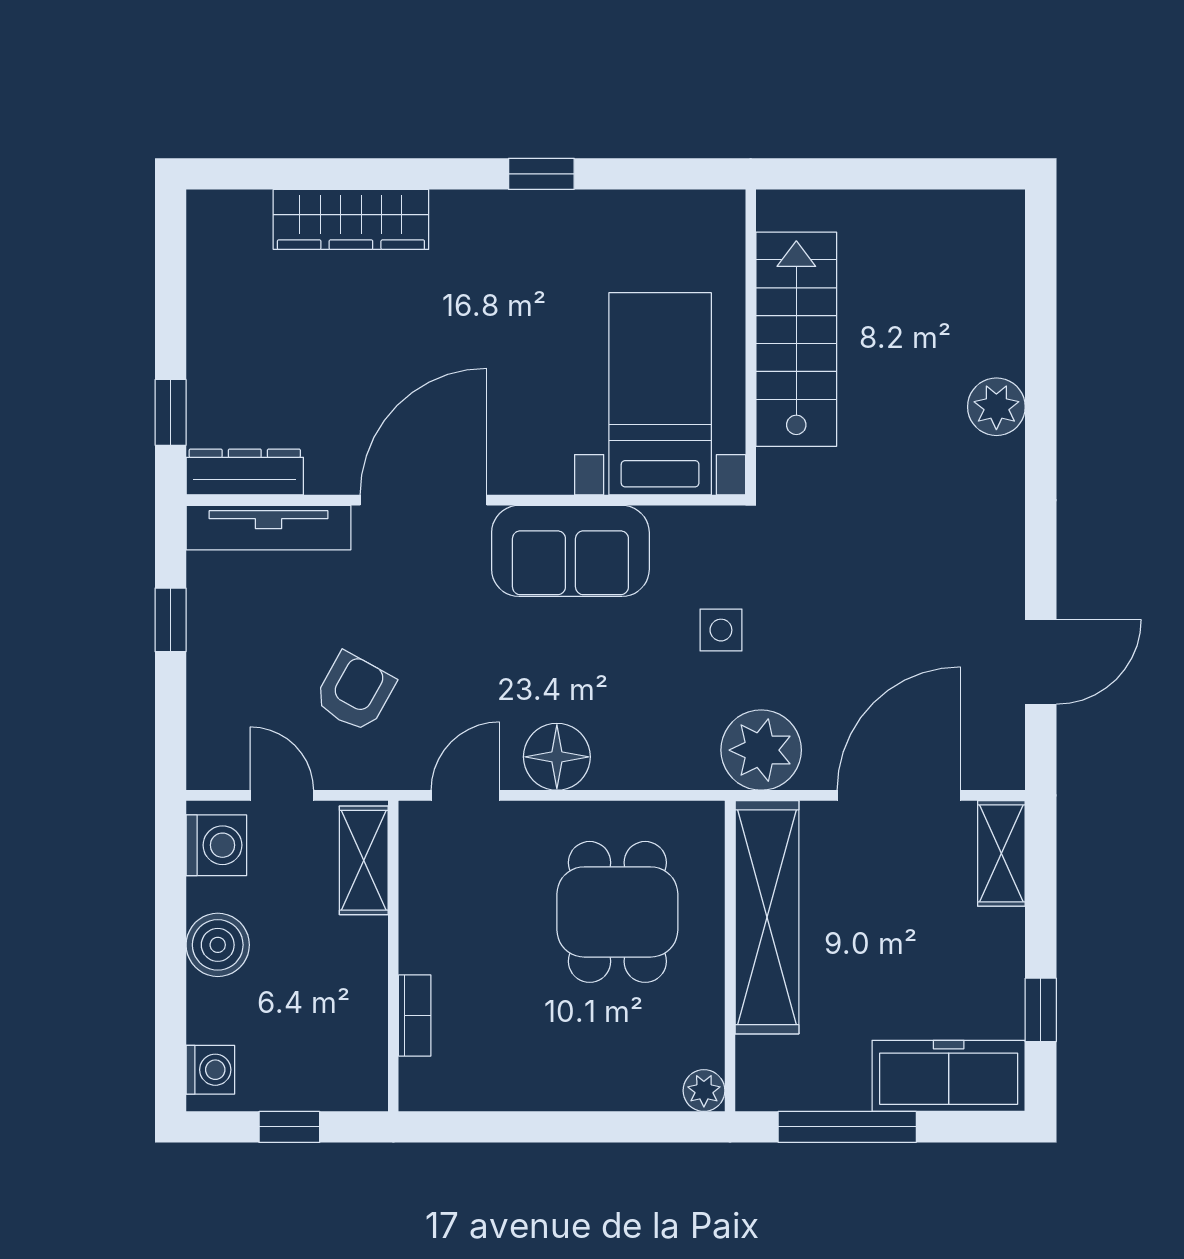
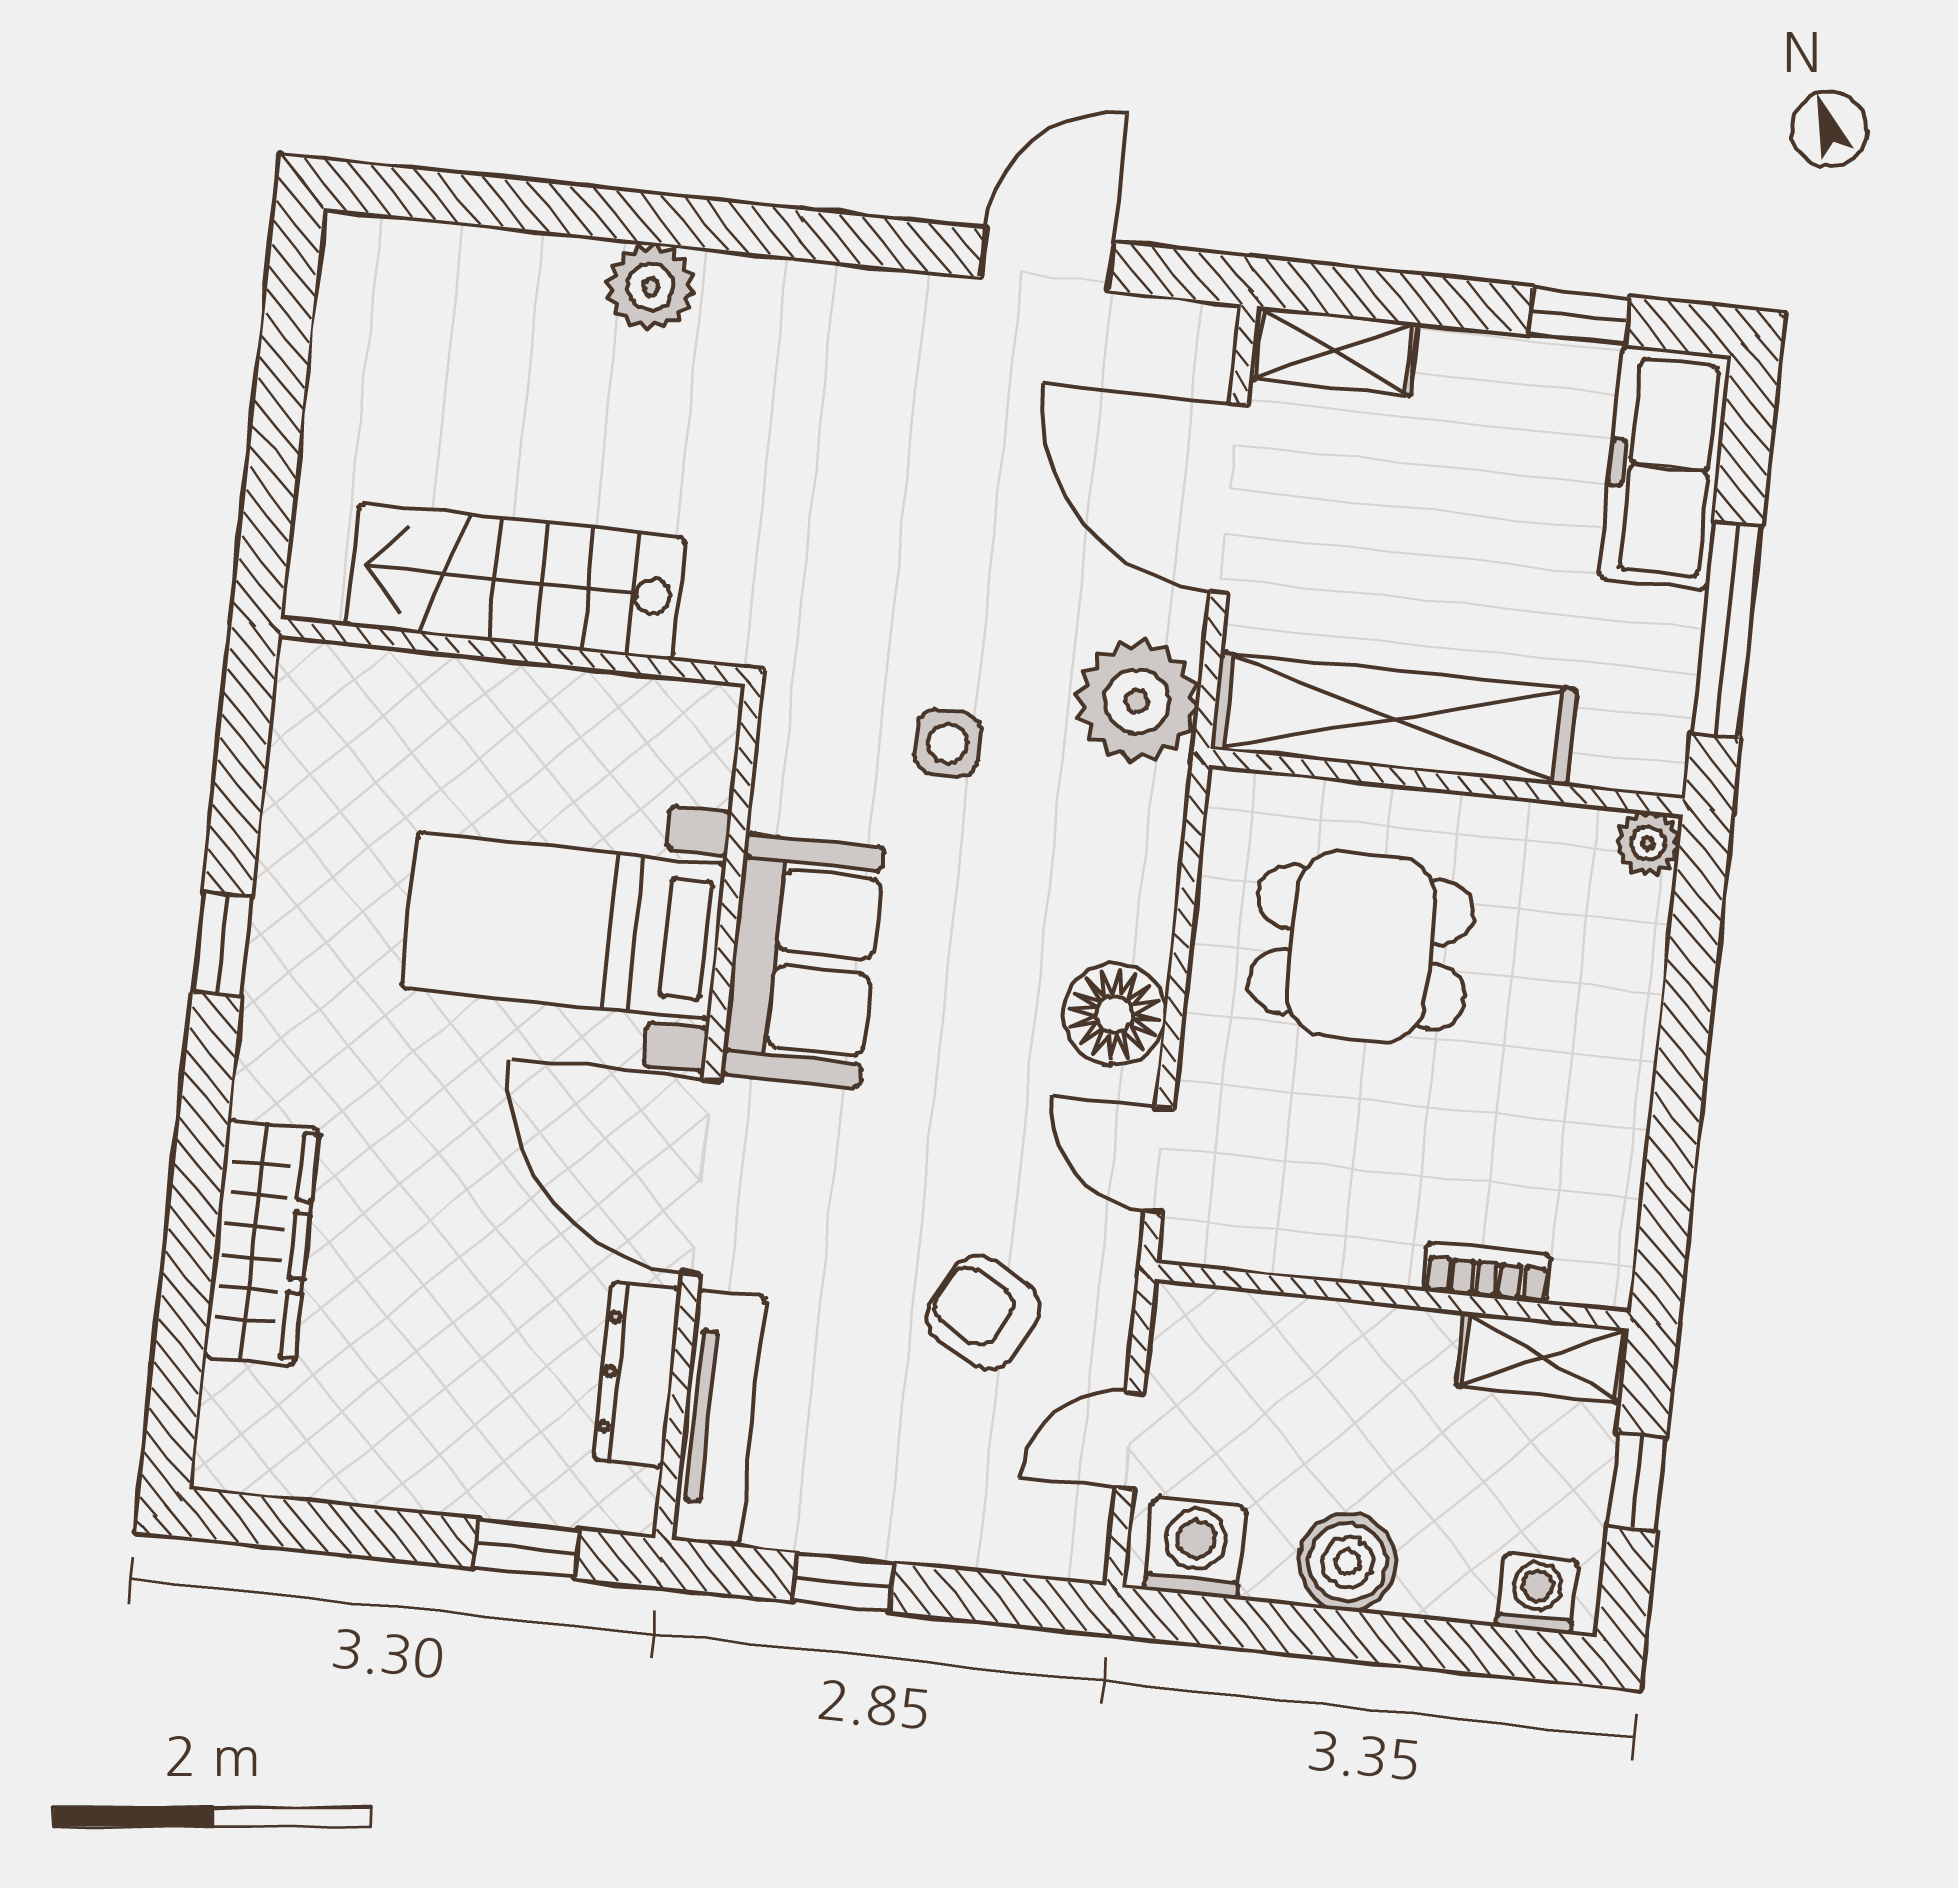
bed with nightstands: (660, 394) -> (564, 926), moved
dresser: (245, 472) -> (637, 1374), moved
door: (1041, 662) -> (1047, 260), hinge flipped
shelving: (364, 860) -> (1542, 1357), moved

